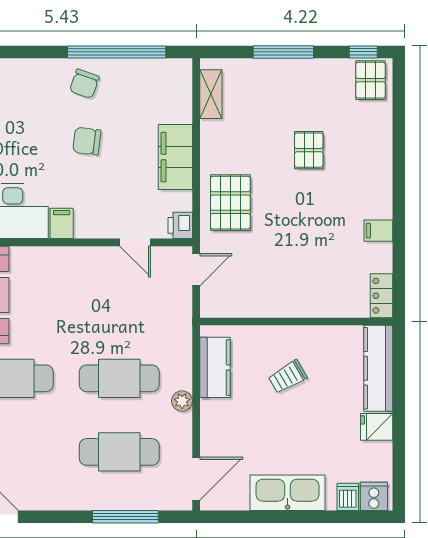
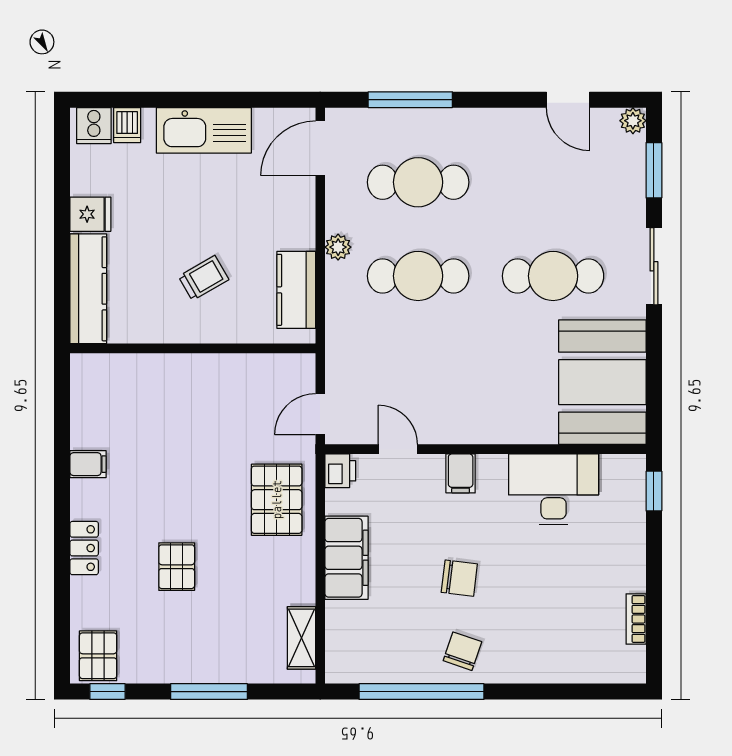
filing cabinet: (62, 223) -> (461, 473), moved
locker: (381, 296) -> (84, 548), moved

